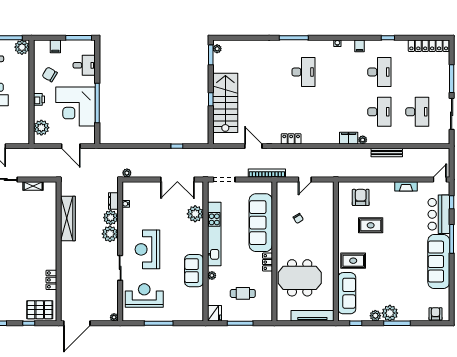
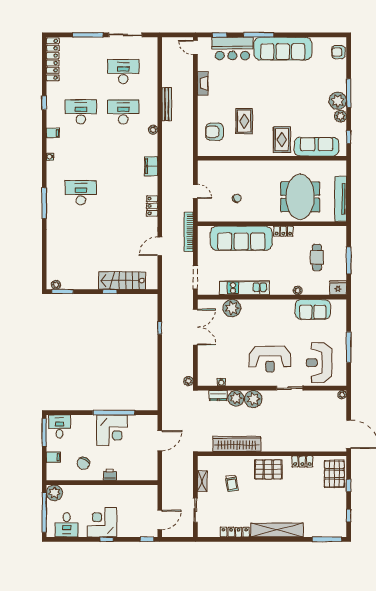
desk: (84, 65) -> (59, 427), moved
stairs: (225, 103) -> (122, 281), width x0.73, depth x0.66
corner desk: (76, 106) -> (112, 430), width x0.74, depth x0.74
plant: (41, 128) -> (140, 472), removed
filing cabinet: (349, 138) -> (151, 166), moved
trolley: (31, 214) -> (232, 483), added
kitchen unit: (214, 234) -> (244, 288), width x0.73
pallet: (44, 248) -> (268, 469), added
sofa: (194, 271) -> (313, 309), moved
tv unit: (312, 316) -> (341, 199), moved

